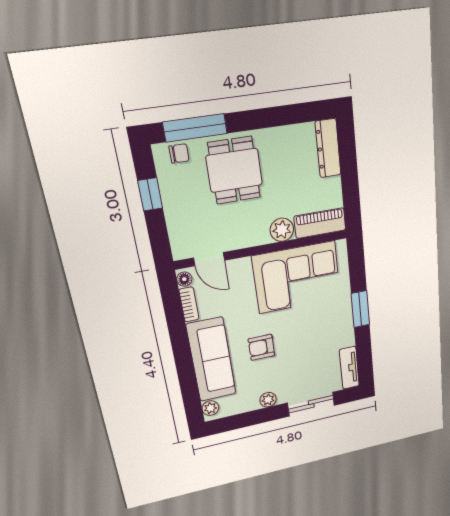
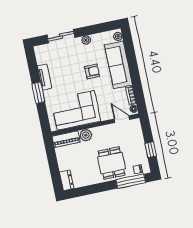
dresser: (328, 148) -> (67, 180), width x0.70
tv unit: (349, 368) -> (45, 77), moved

